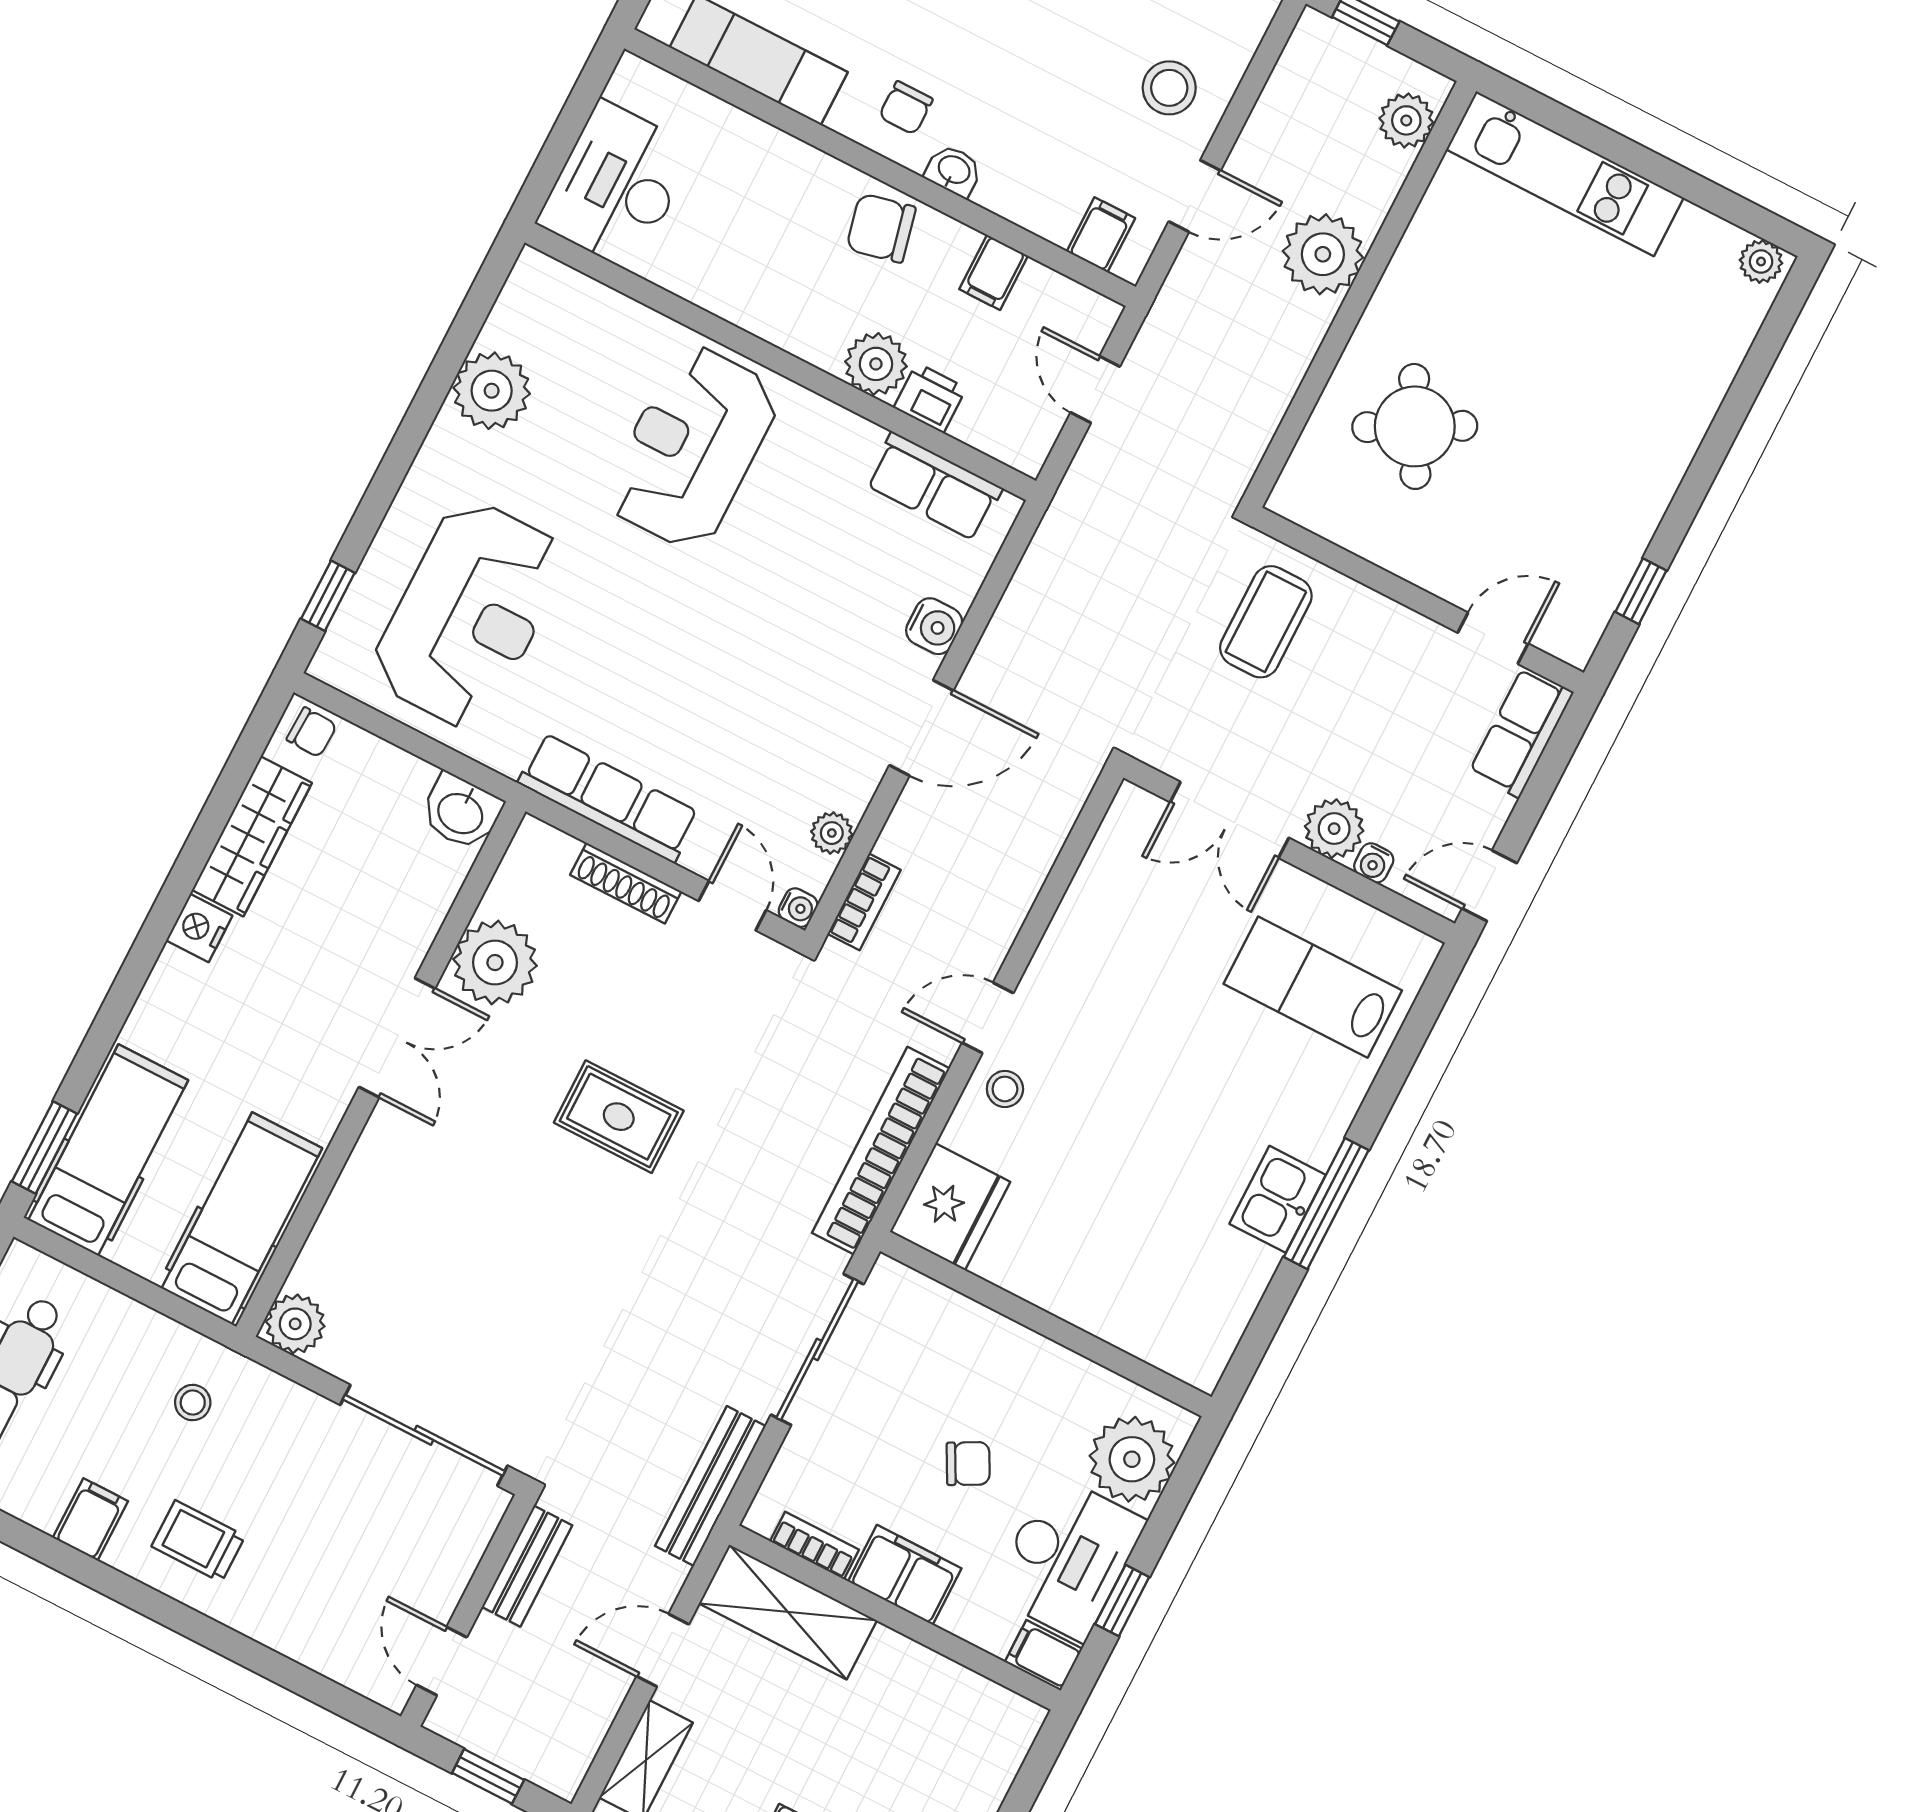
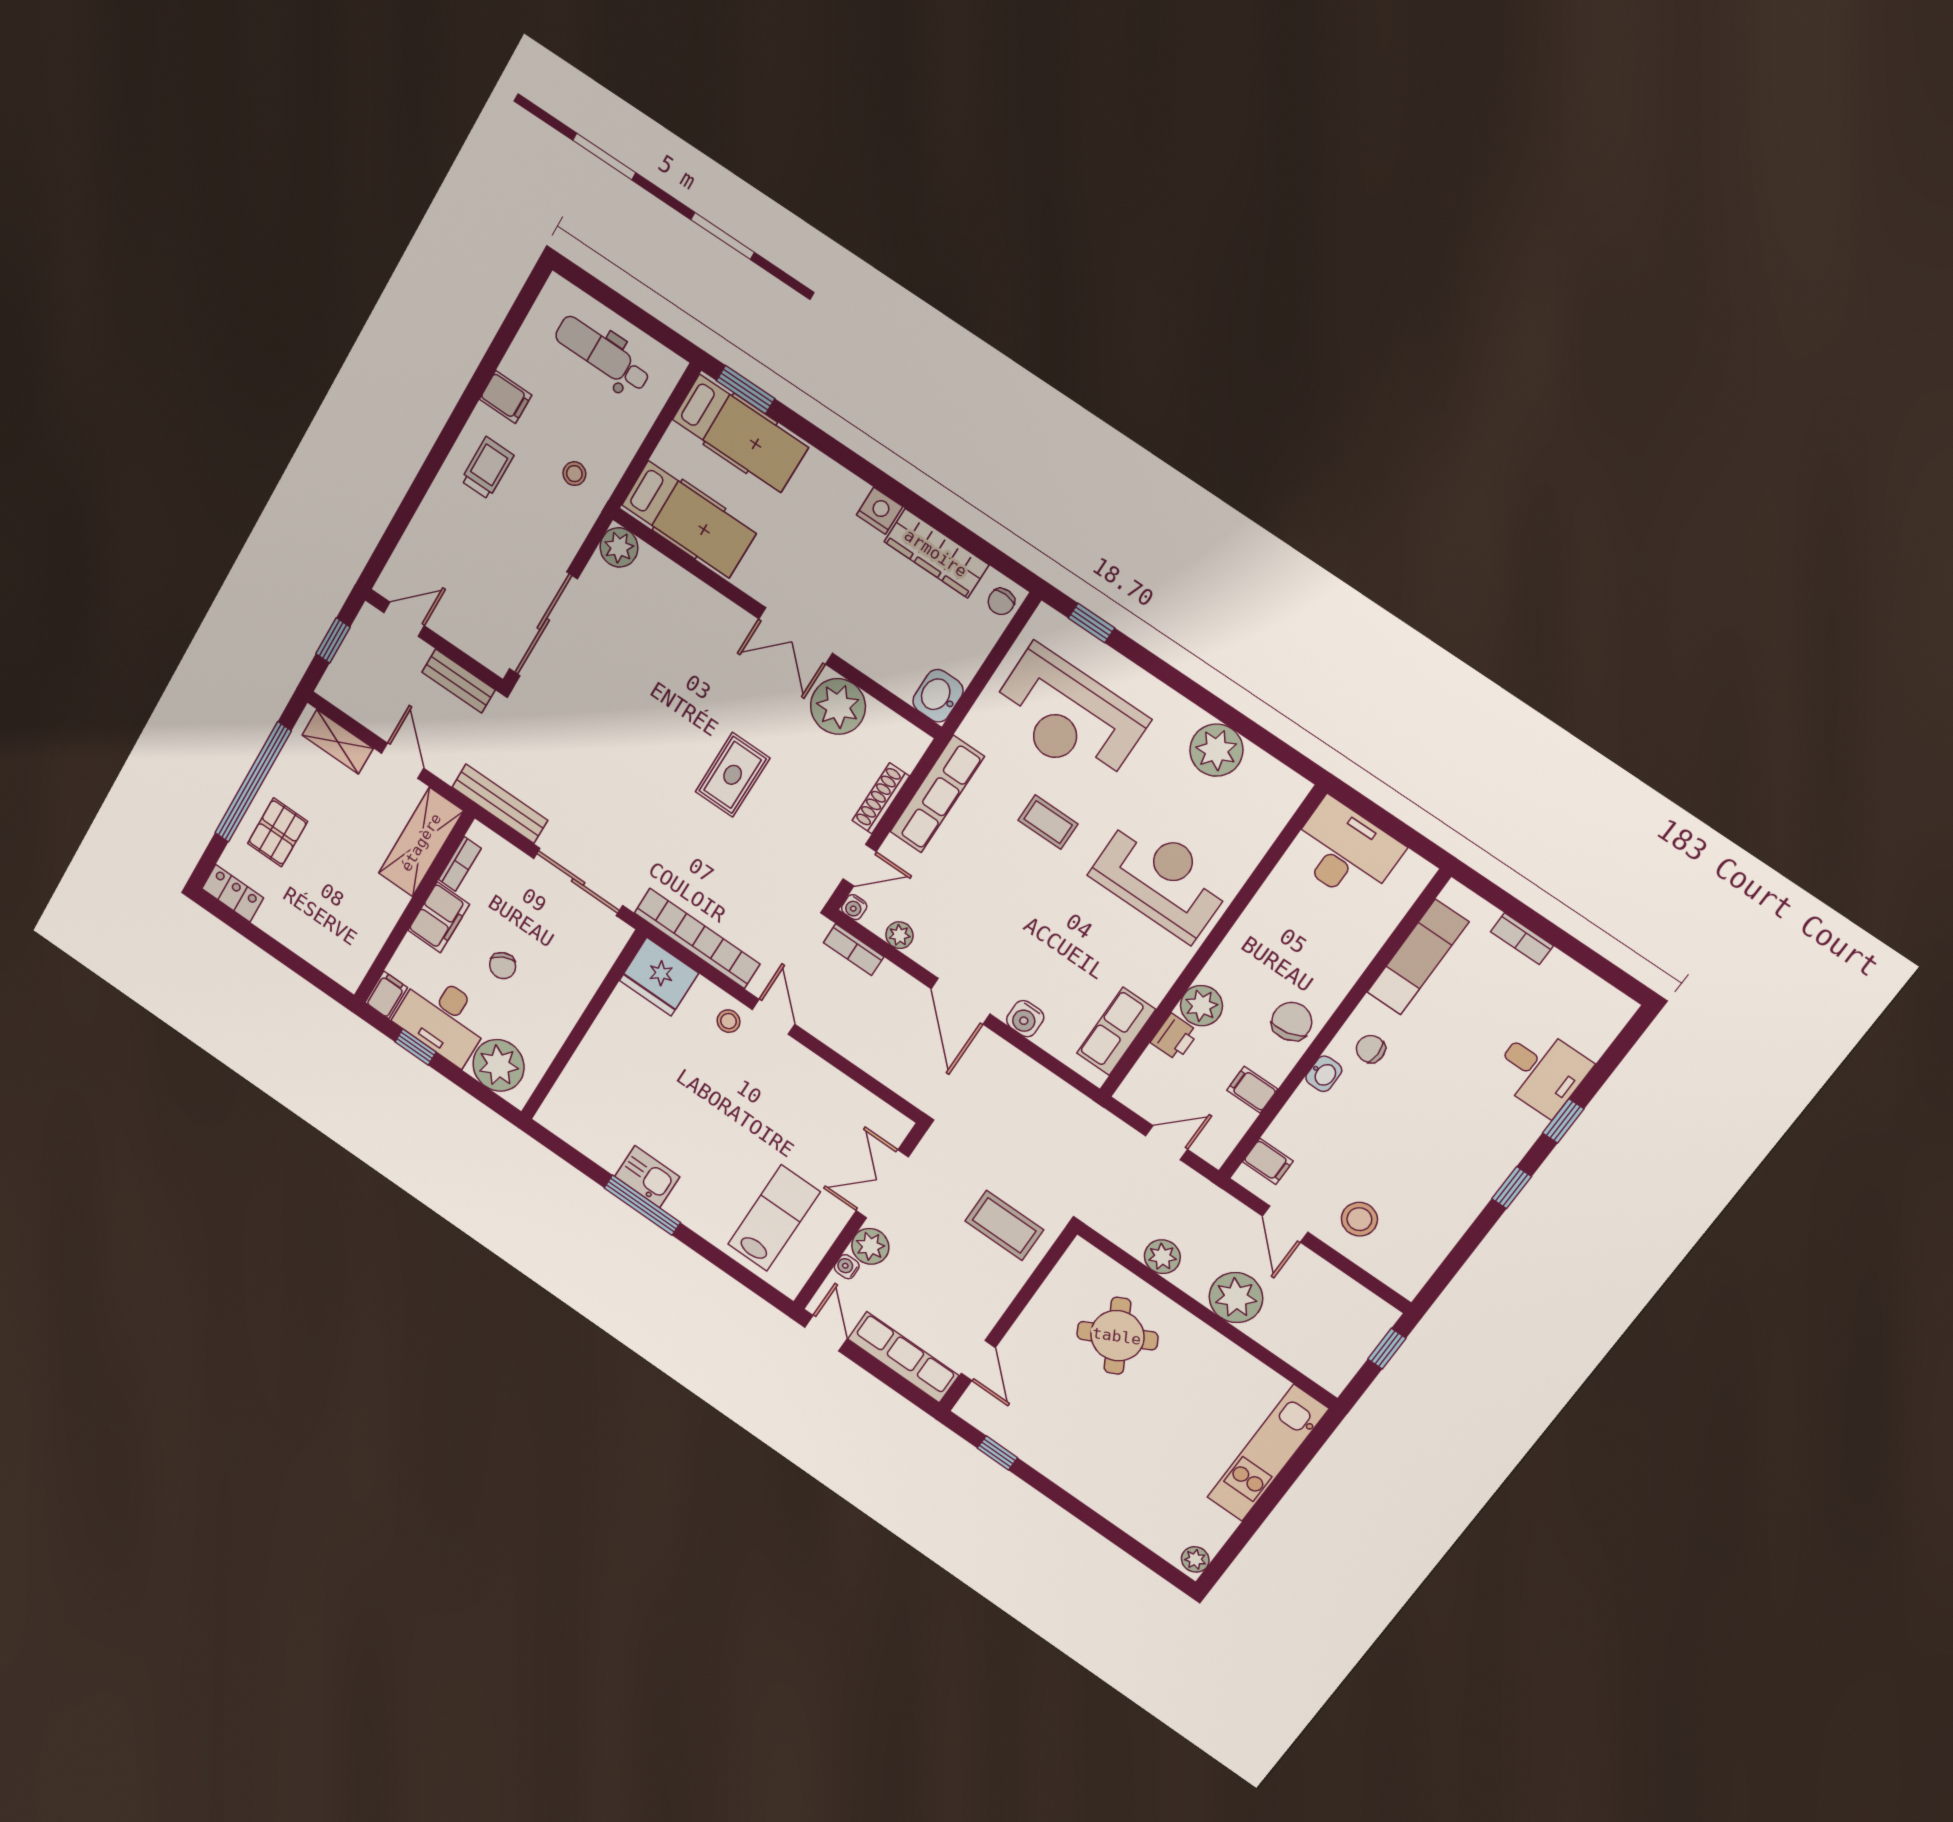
plant: (1406, 120) -> (1162, 1257), moved
coffee table: (629, 626) -> (1048, 822), added
row of seats: (1521, 732) -> (903, 1357), width x1.48

